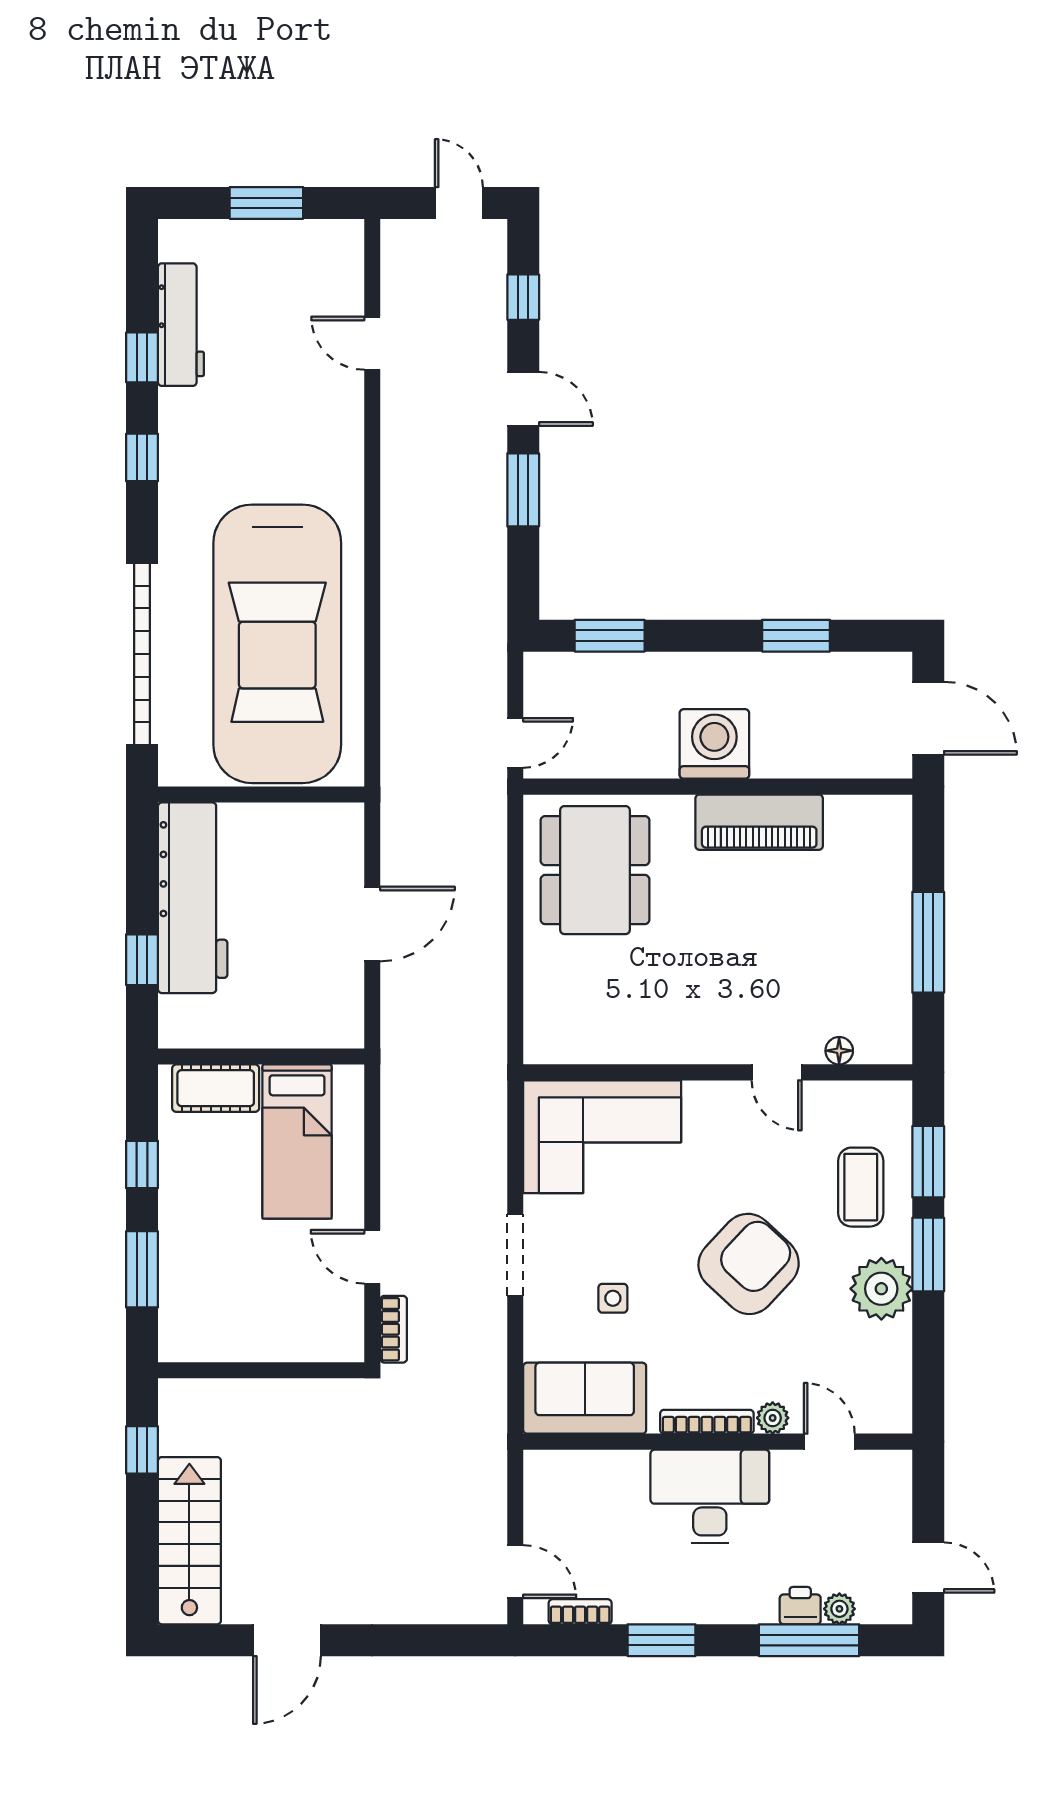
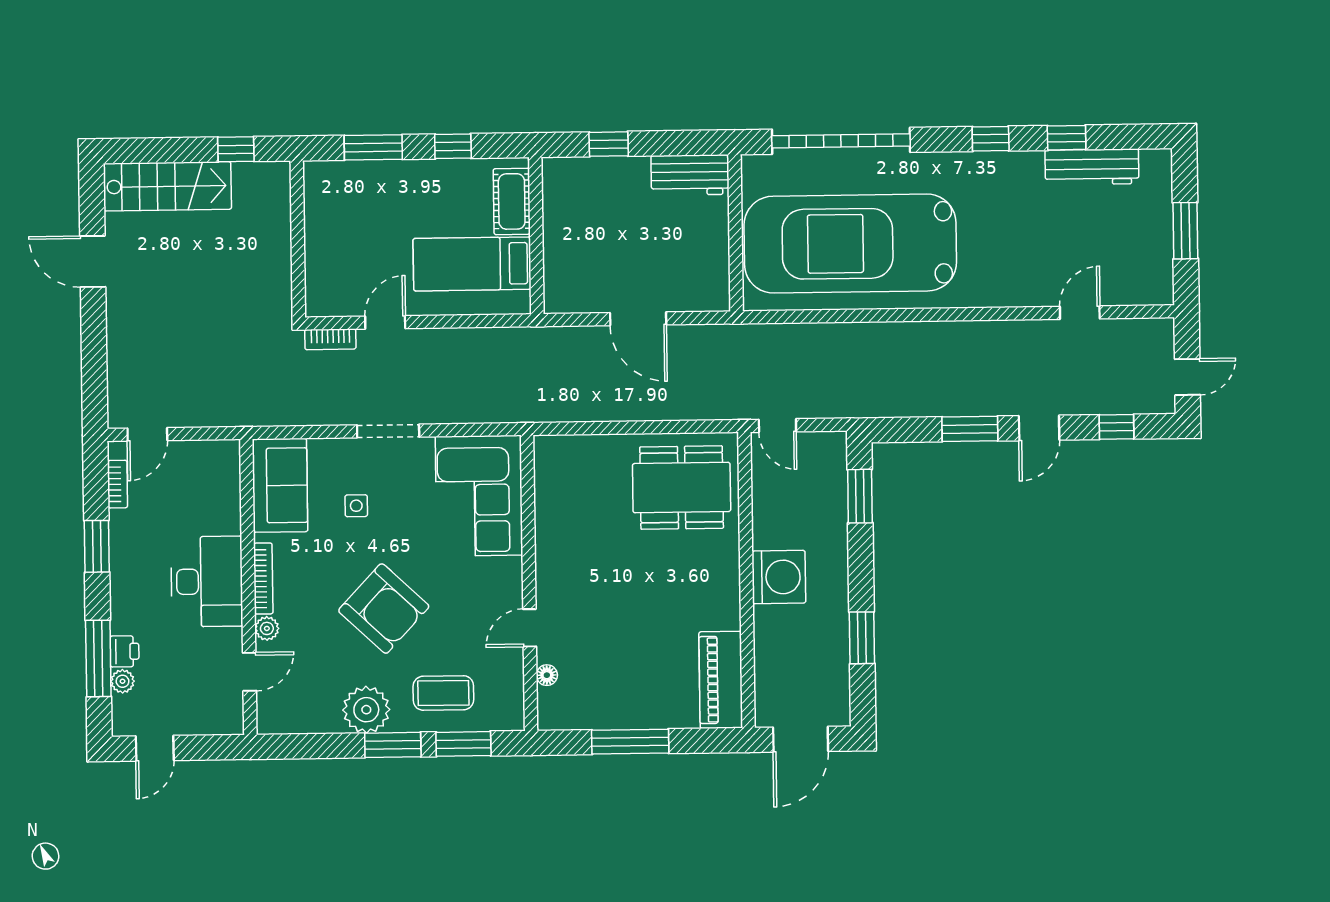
piano: (759, 822) -> (721, 680), moved
workbench: (193, 898) -> (690, 175), width x0.53, depth x0.76

